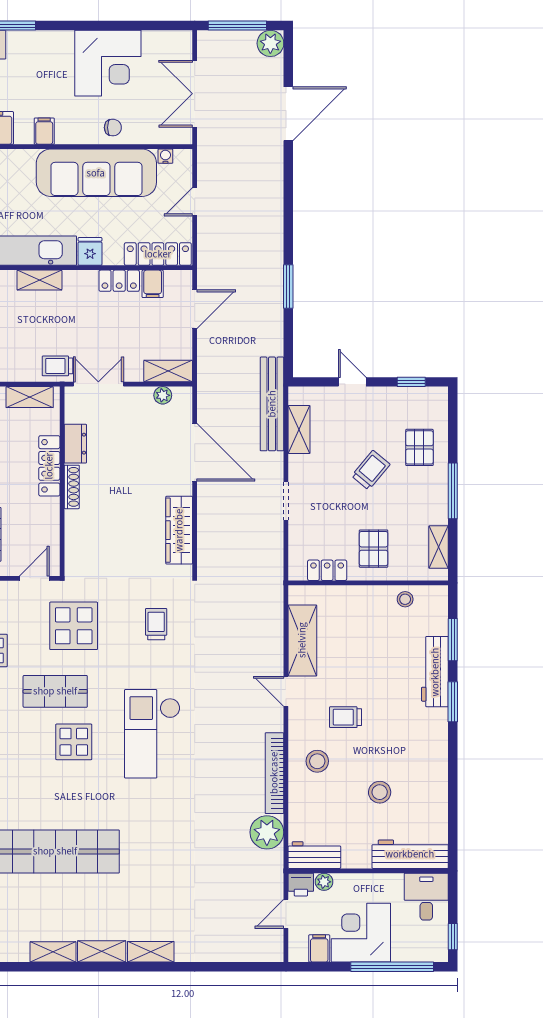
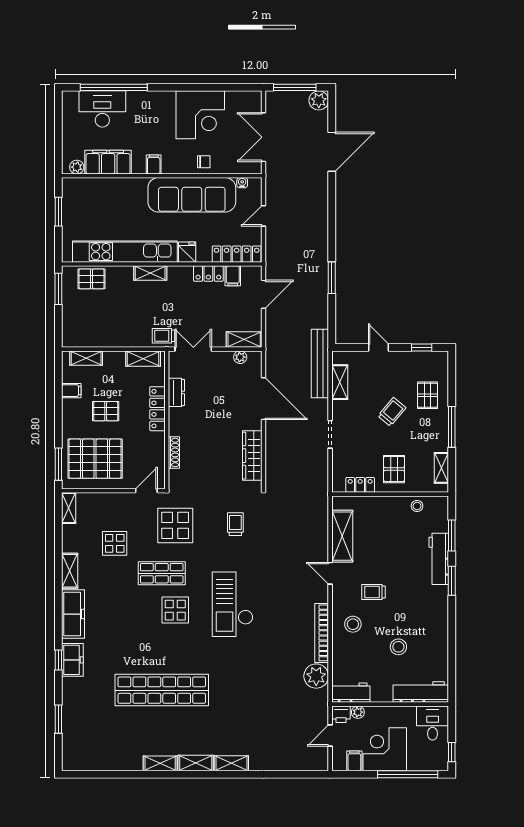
shoe rack: (72, 487) -> (174, 452), moved

